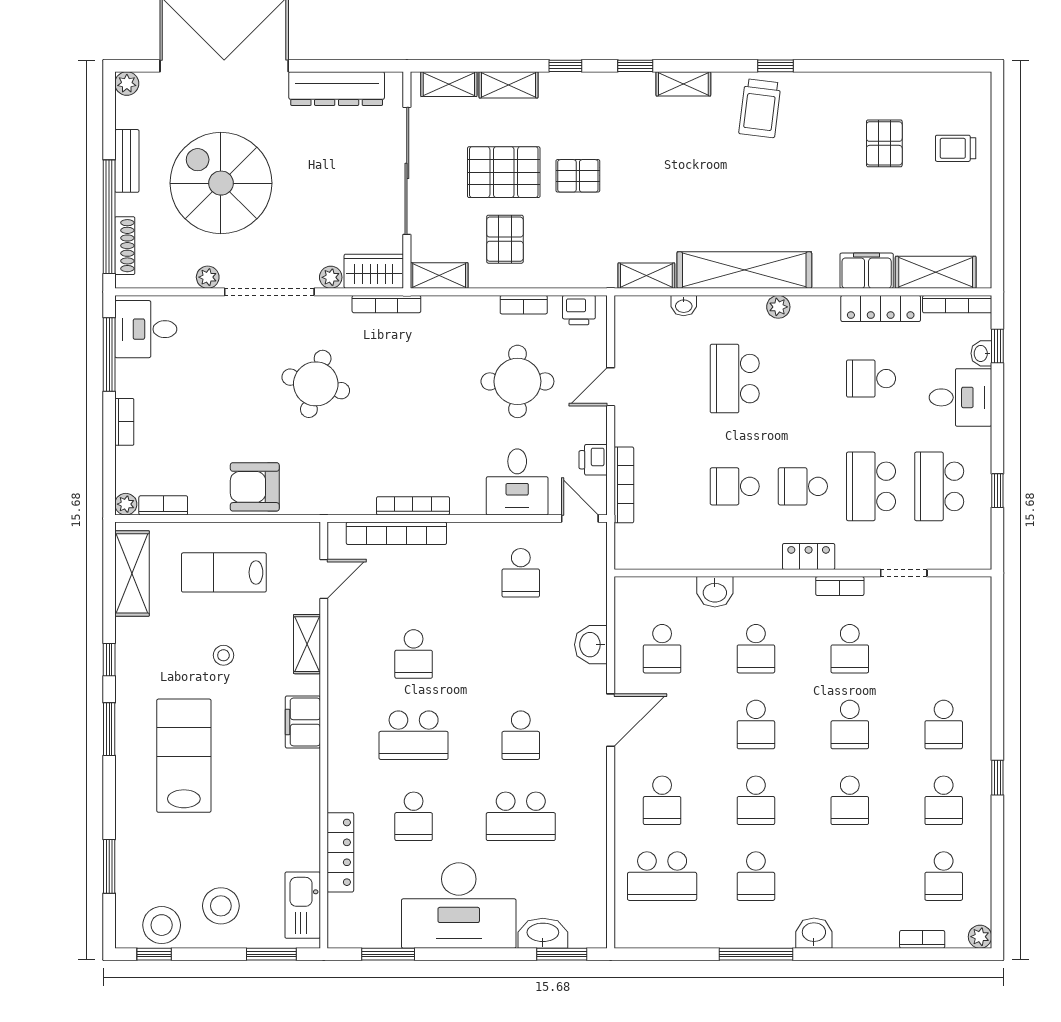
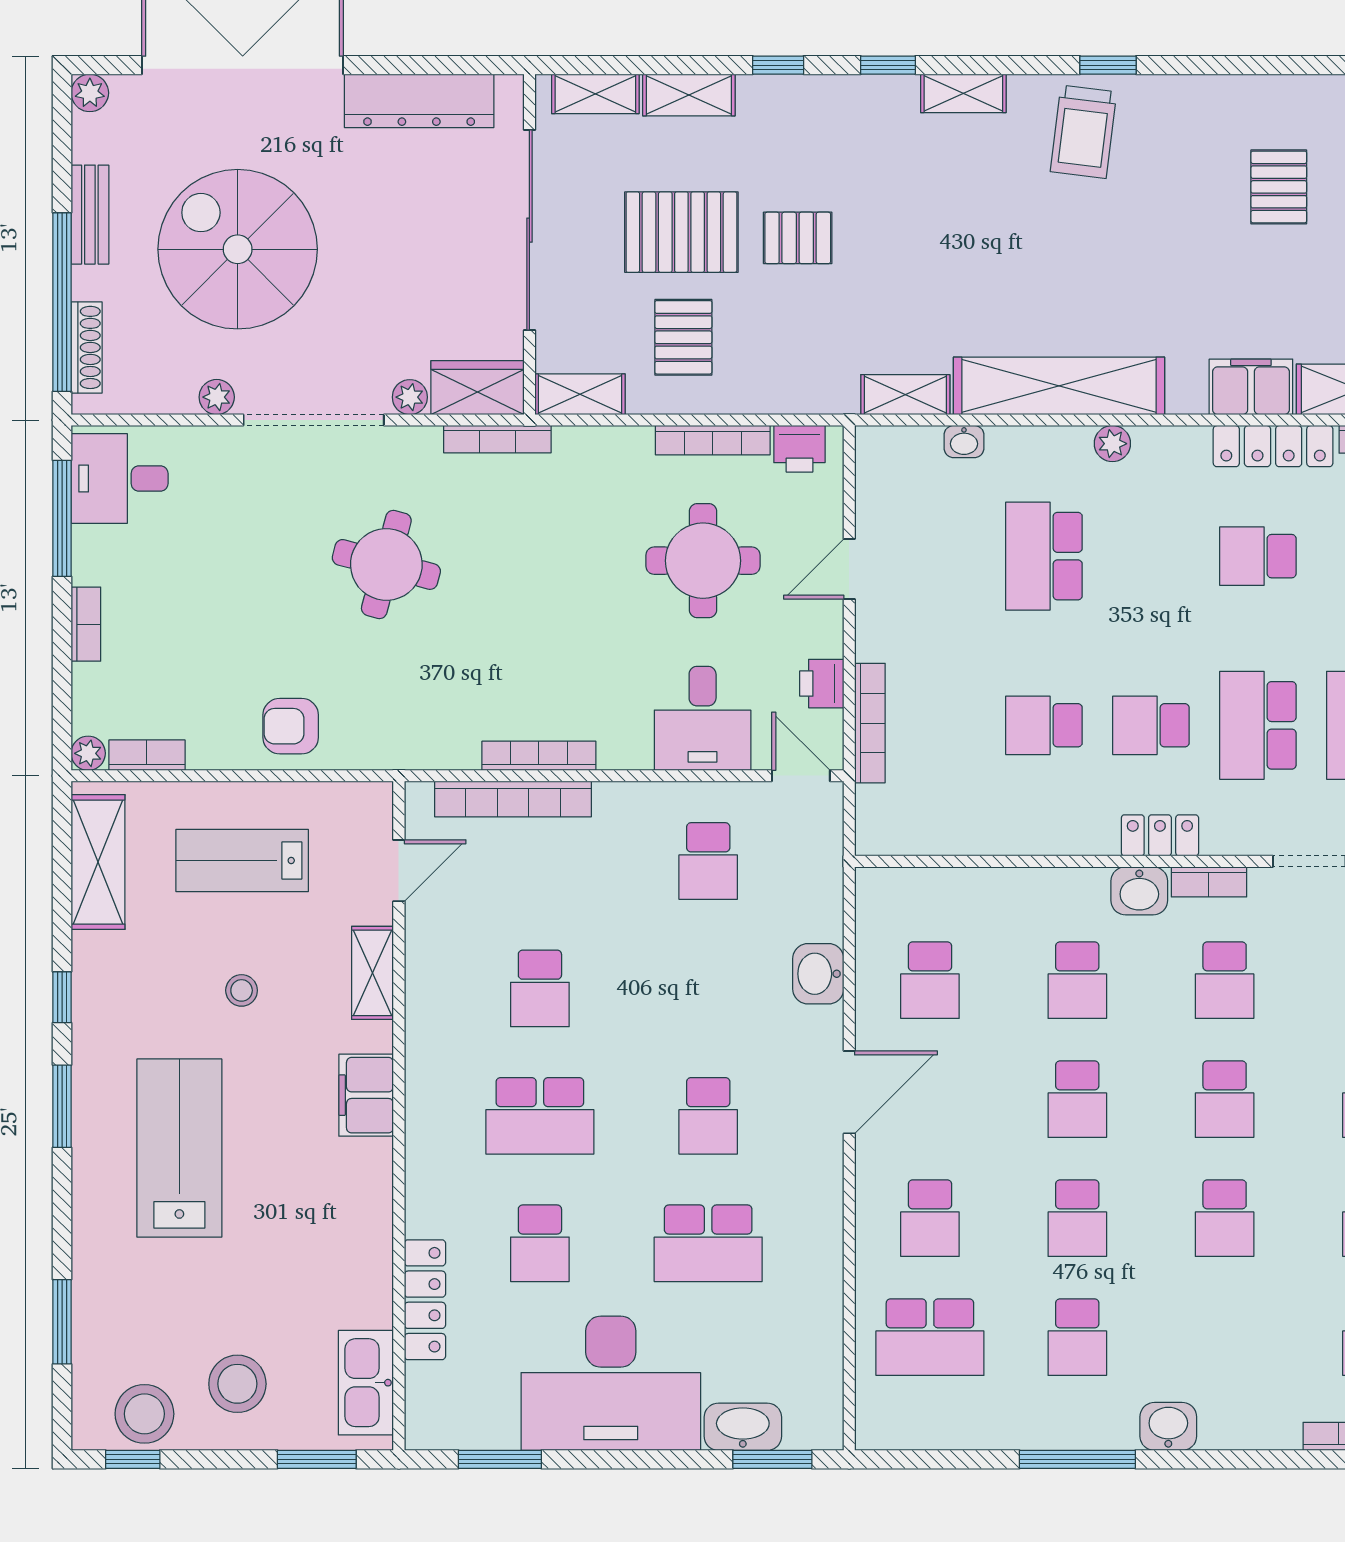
bookcase: (524, 305) -> (713, 440), width x1.56
armchair: (255, 487) -> (291, 726), width x0.72, depth x0.72
washbasin: (715, 592) -> (1139, 891), moved

